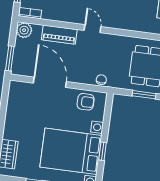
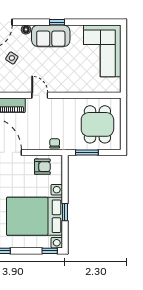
window: (144, 95) -> (87, 152), moved

